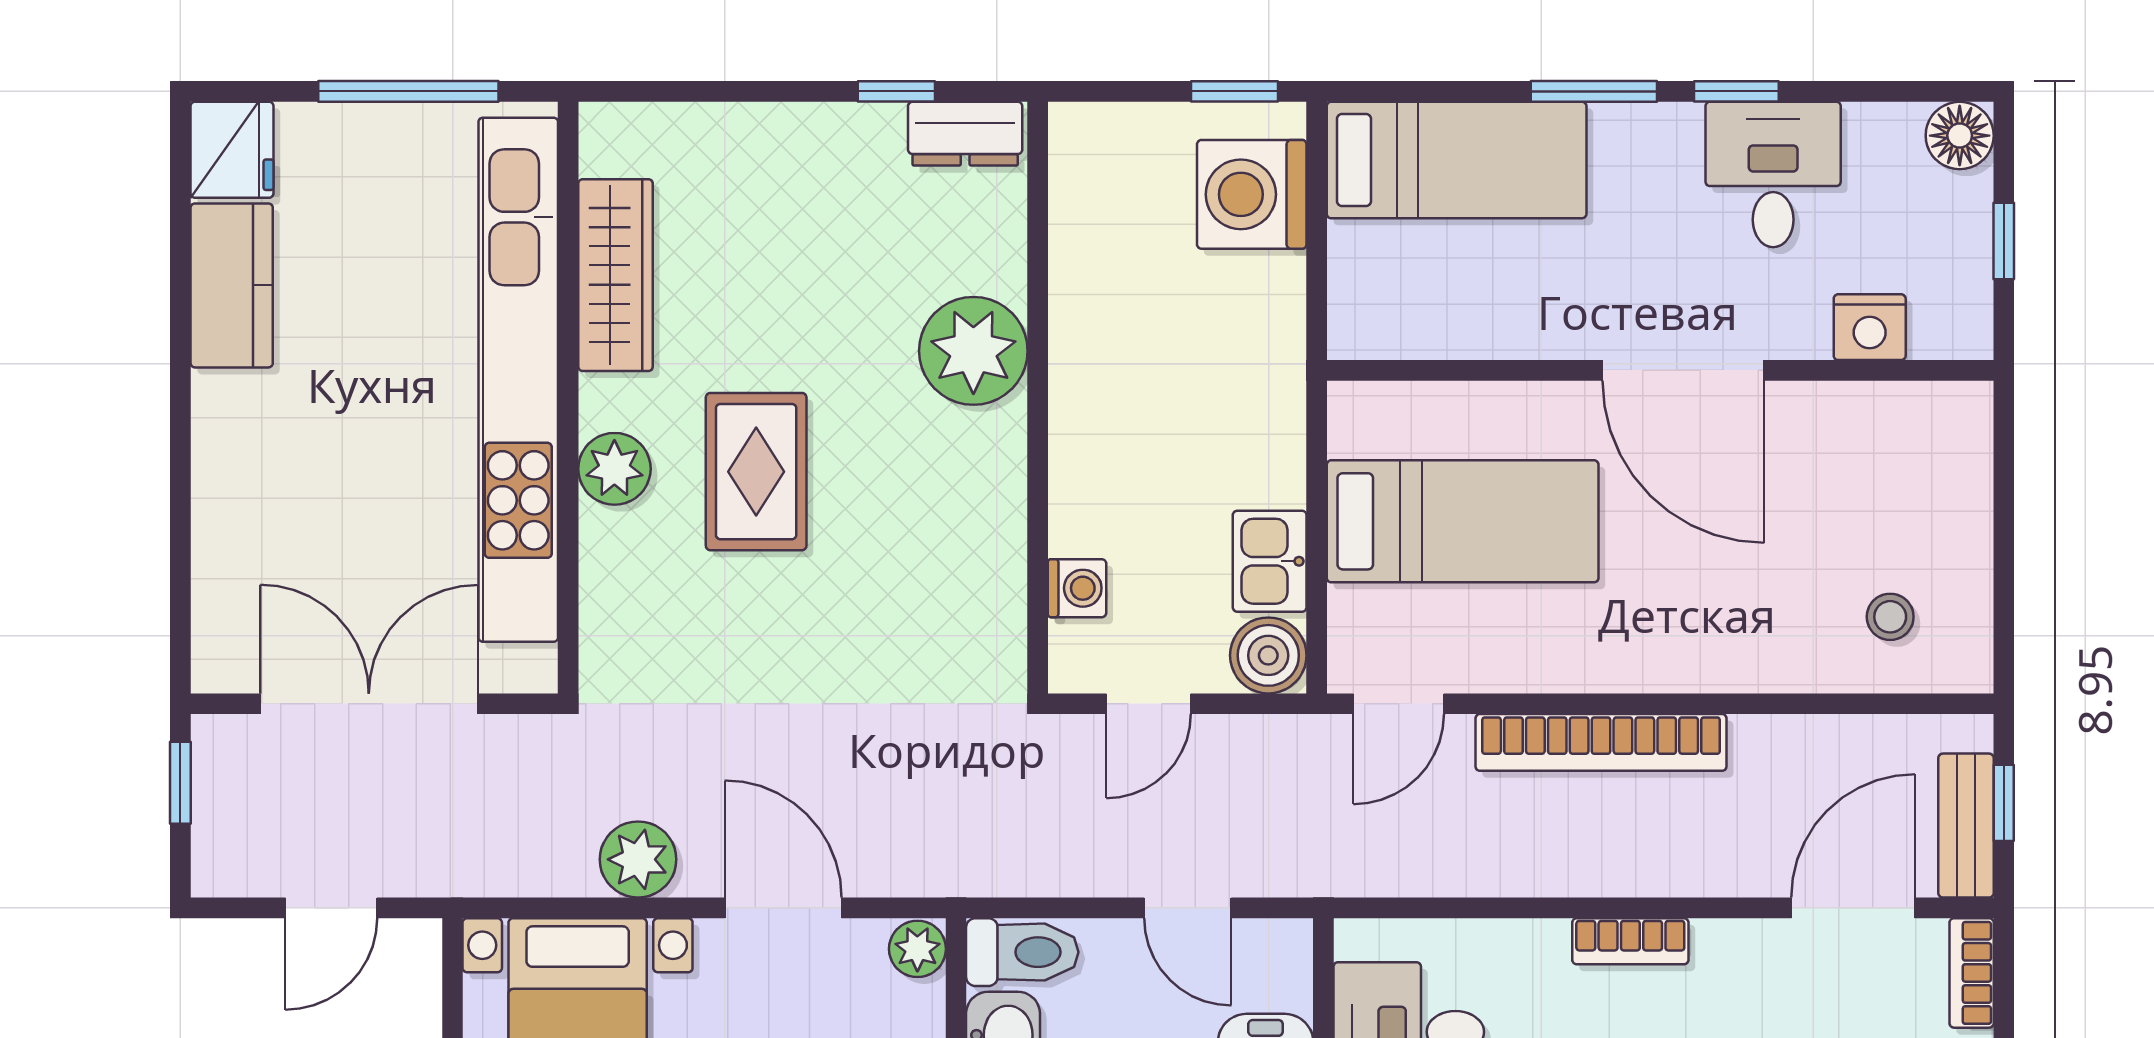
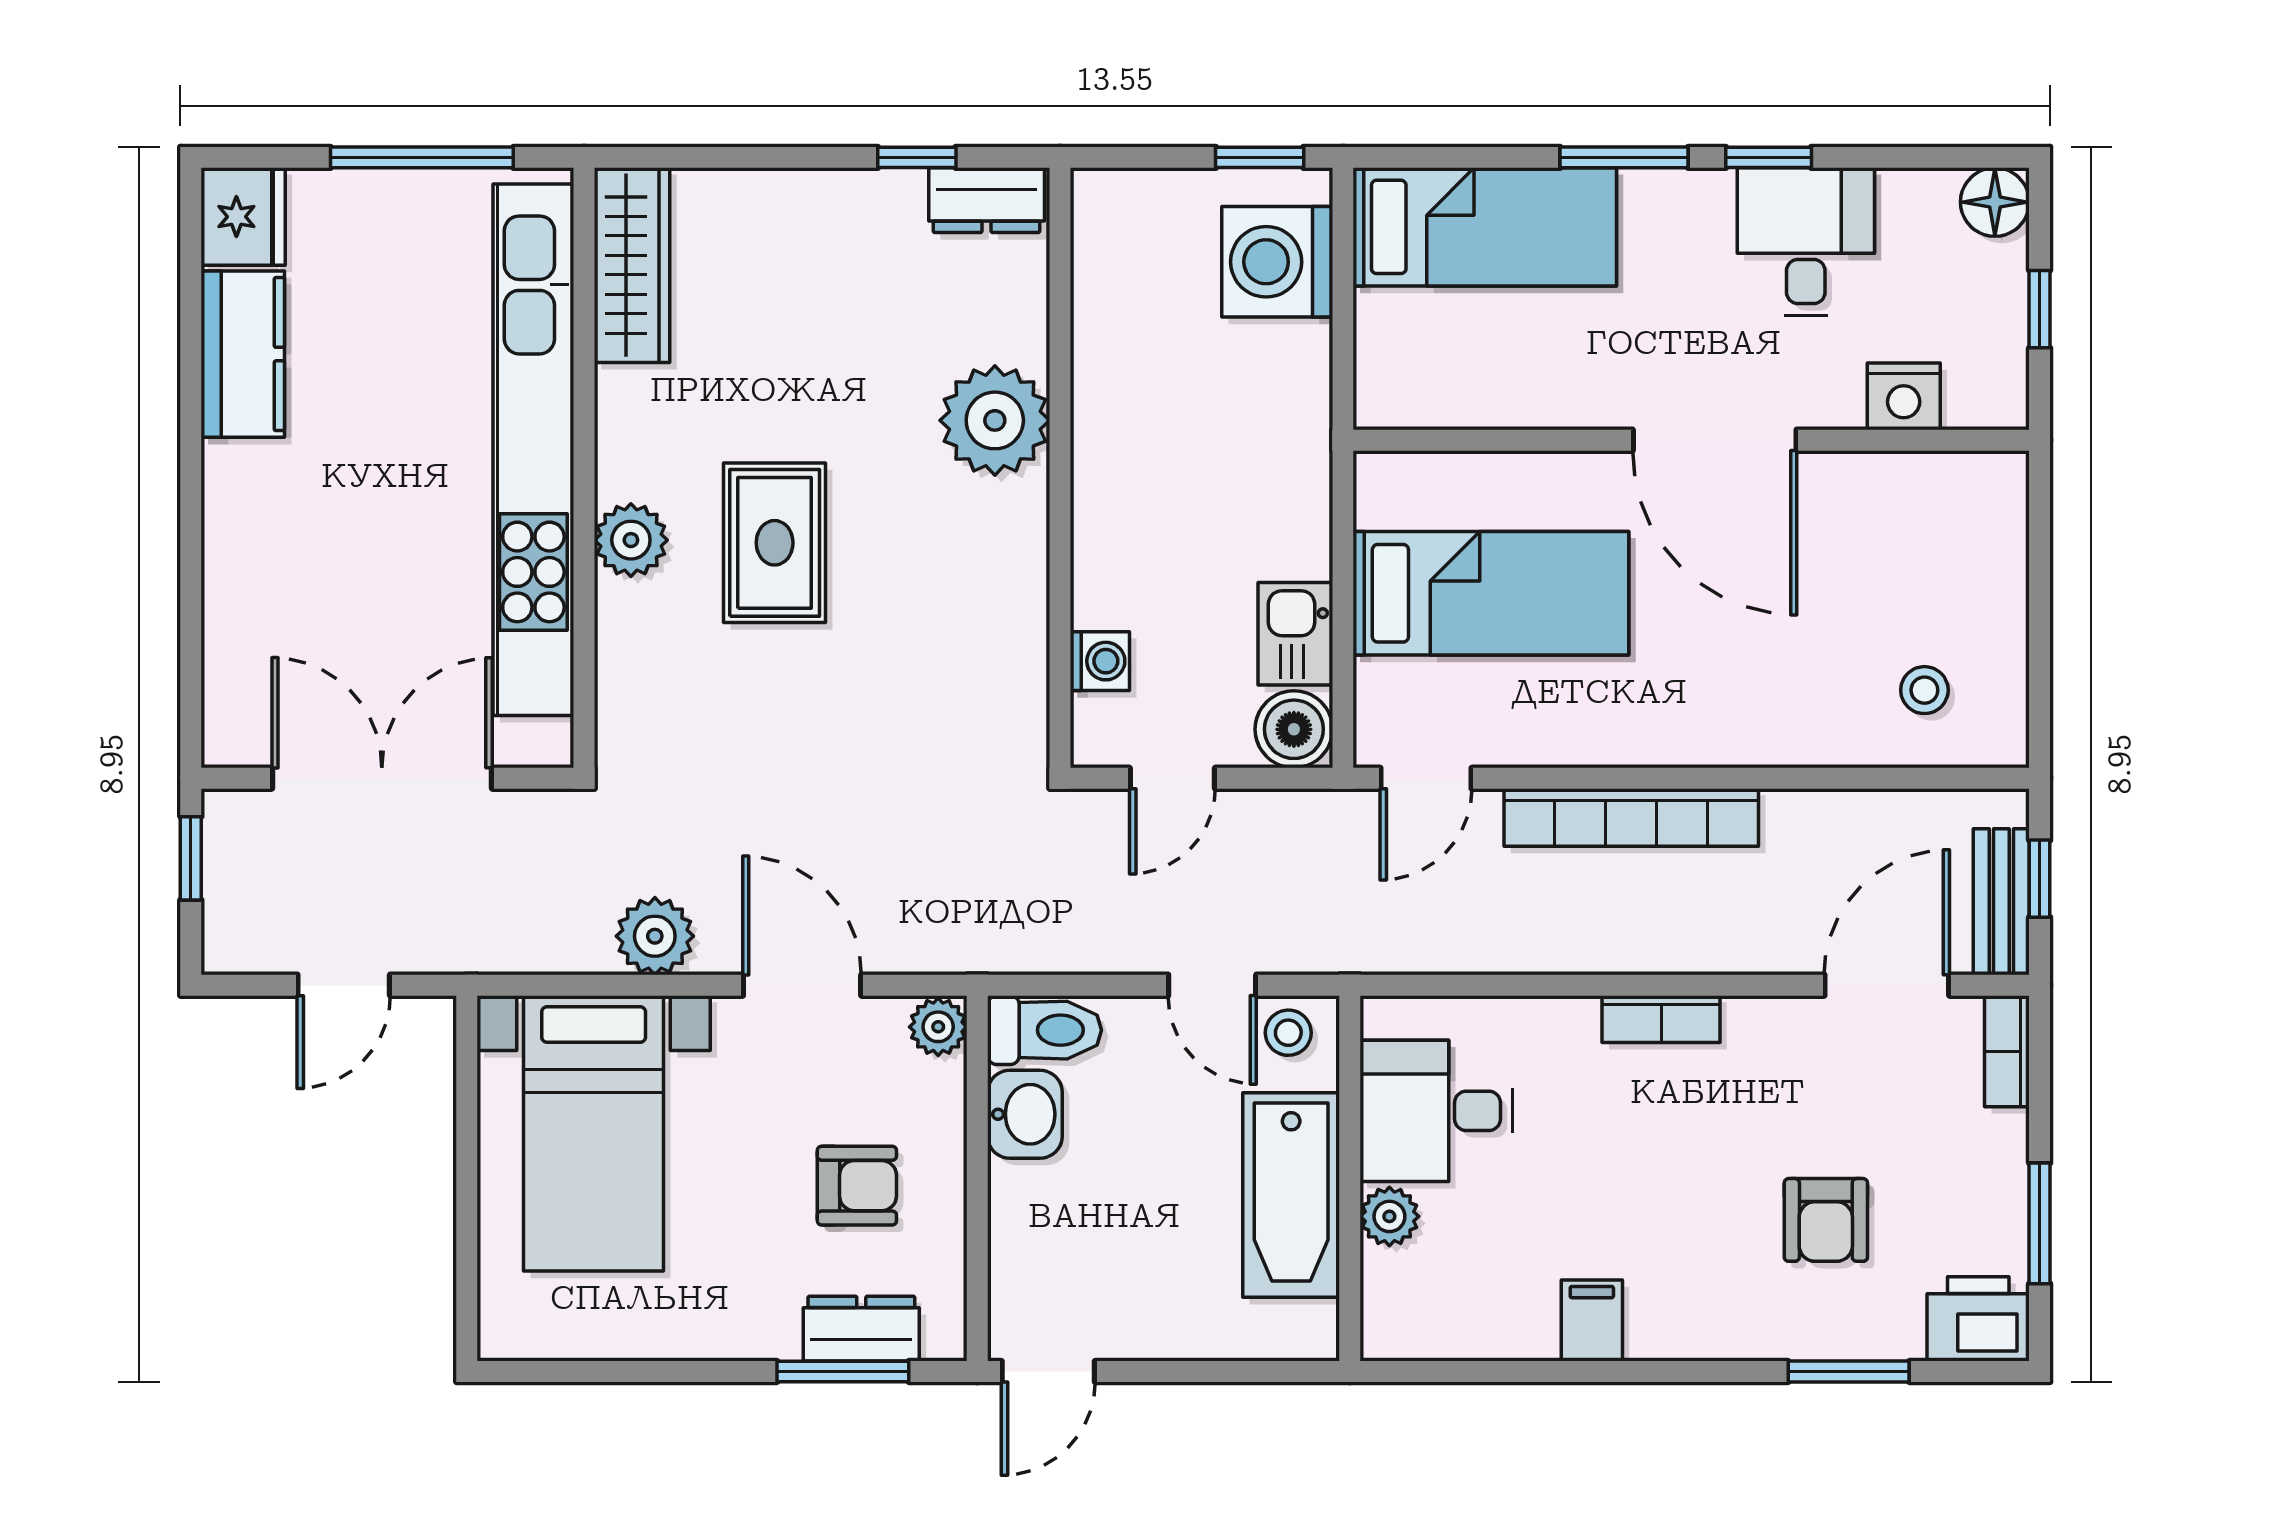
wardrobe: (616, 275) -> (632, 265), moved
stool: (1263, 955) -> (1288, 1033), added

